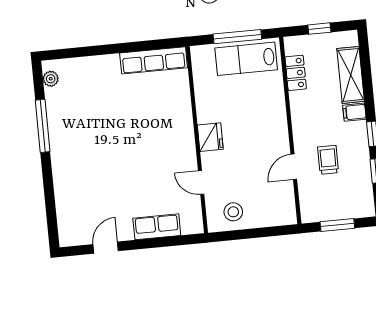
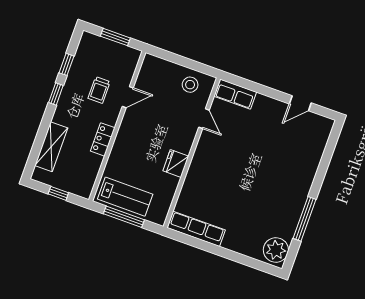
locker: (296, 73) -> (103, 139), moved
plant: (51, 79) -> (276, 250), width x1.87, depth x1.87
filing cabinet: (354, 112) -> (62, 117), removed
fridge: (210, 137) -> (176, 164), moved
row of seats: (157, 227) -> (235, 94), moved

